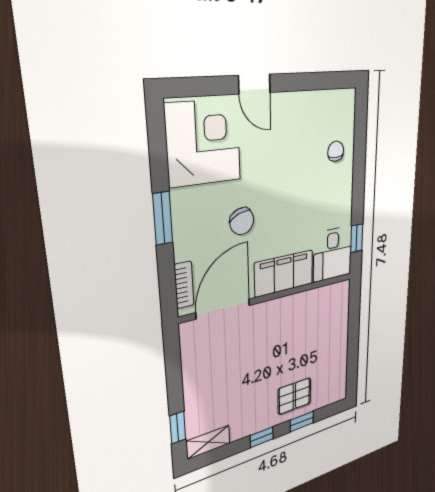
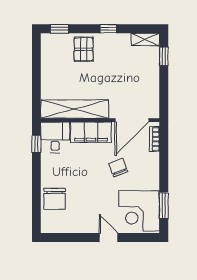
chair: (336, 151) -> (55, 199), width x1.87, depth x1.87
window: (163, 218) -> (164, 206), moved
shelving: (306, 305) -> (75, 109), added
pallet: (294, 396) -> (84, 49), turned 90
window: (302, 421) -> (60, 29), moved

